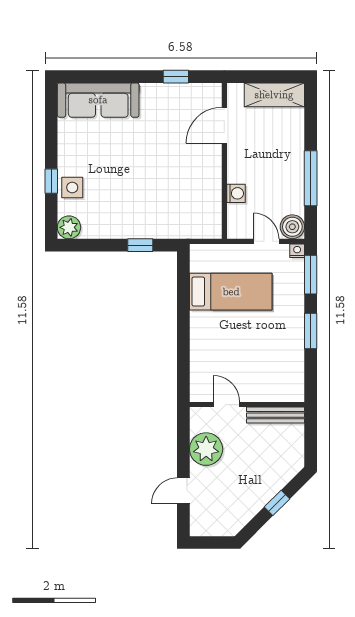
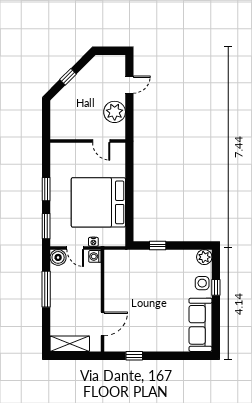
sofa: (98, 100) -> (200, 325), moved, turned -90
washing machine: (236, 193) -> (95, 256), moved
nightstand: (297, 251) -> (93, 242), moved
bed: (231, 292) -> (98, 202), width x2.04
bench: (275, 415) -> (69, 134), removed

